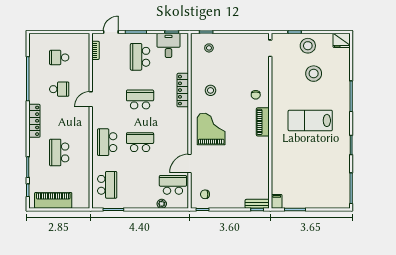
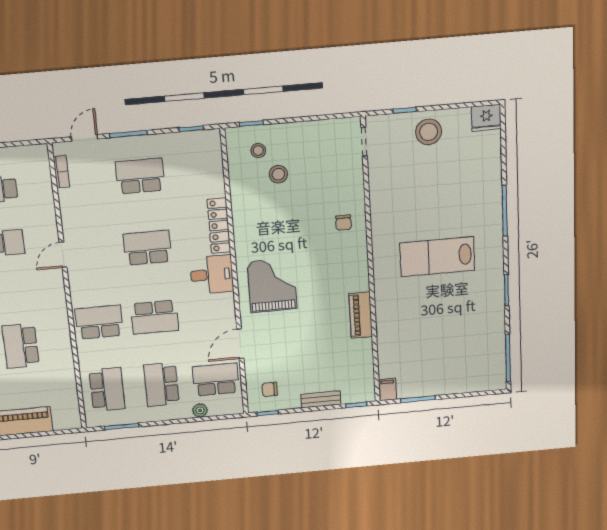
desk: (168, 45) -> (212, 275), moved, turned 90
school desk: (140, 57) -> (140, 176), turned 90
stool: (314, 74) -> (440, 178), removed
stool: (211, 90) -> (278, 174), moved
piano: (263, 122) -> (361, 315), moved
school desk: (107, 142) -> (99, 322), turned 90
school desk: (140, 142) -> (155, 317), turned 180
school desk: (140, 185) -> (161, 384), added
bench: (257, 204) -> (321, 399), moved

